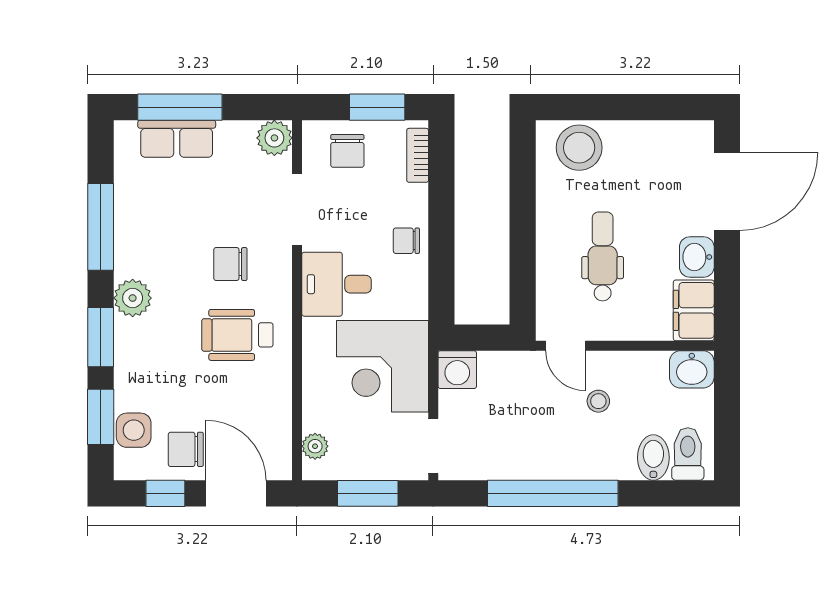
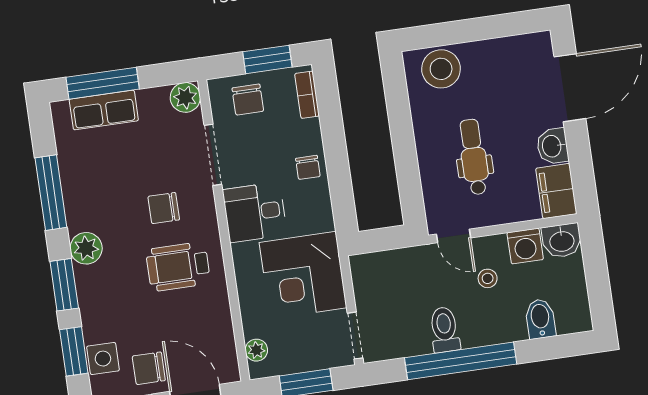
chair: (406, 241) -> (308, 167), turned -90
washing machine: (457, 370) -> (525, 246), moved
toilet: (688, 454) -> (445, 330), moved

